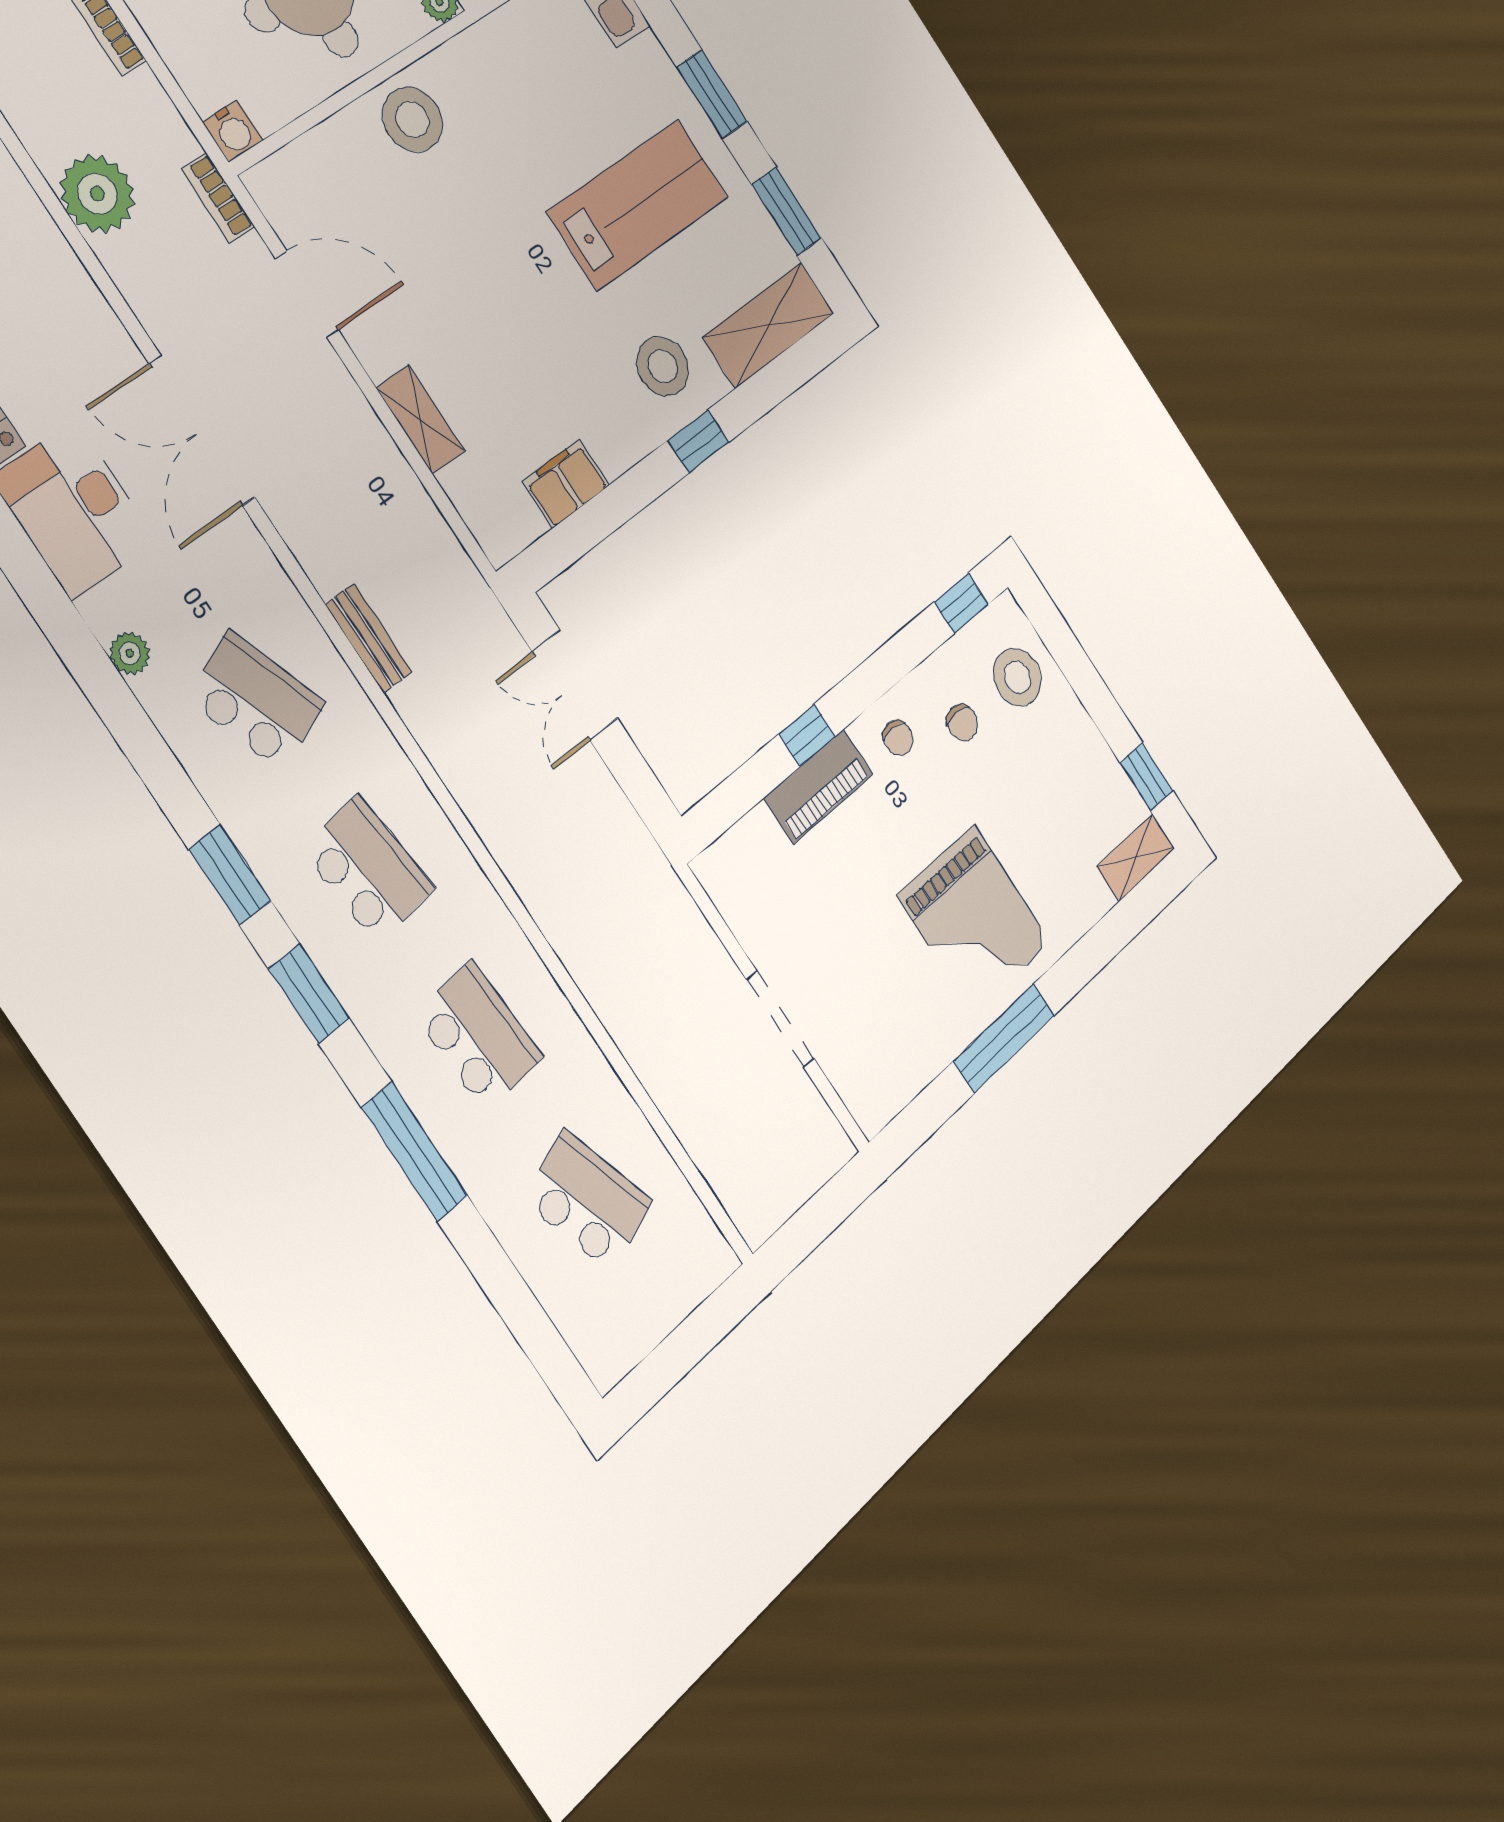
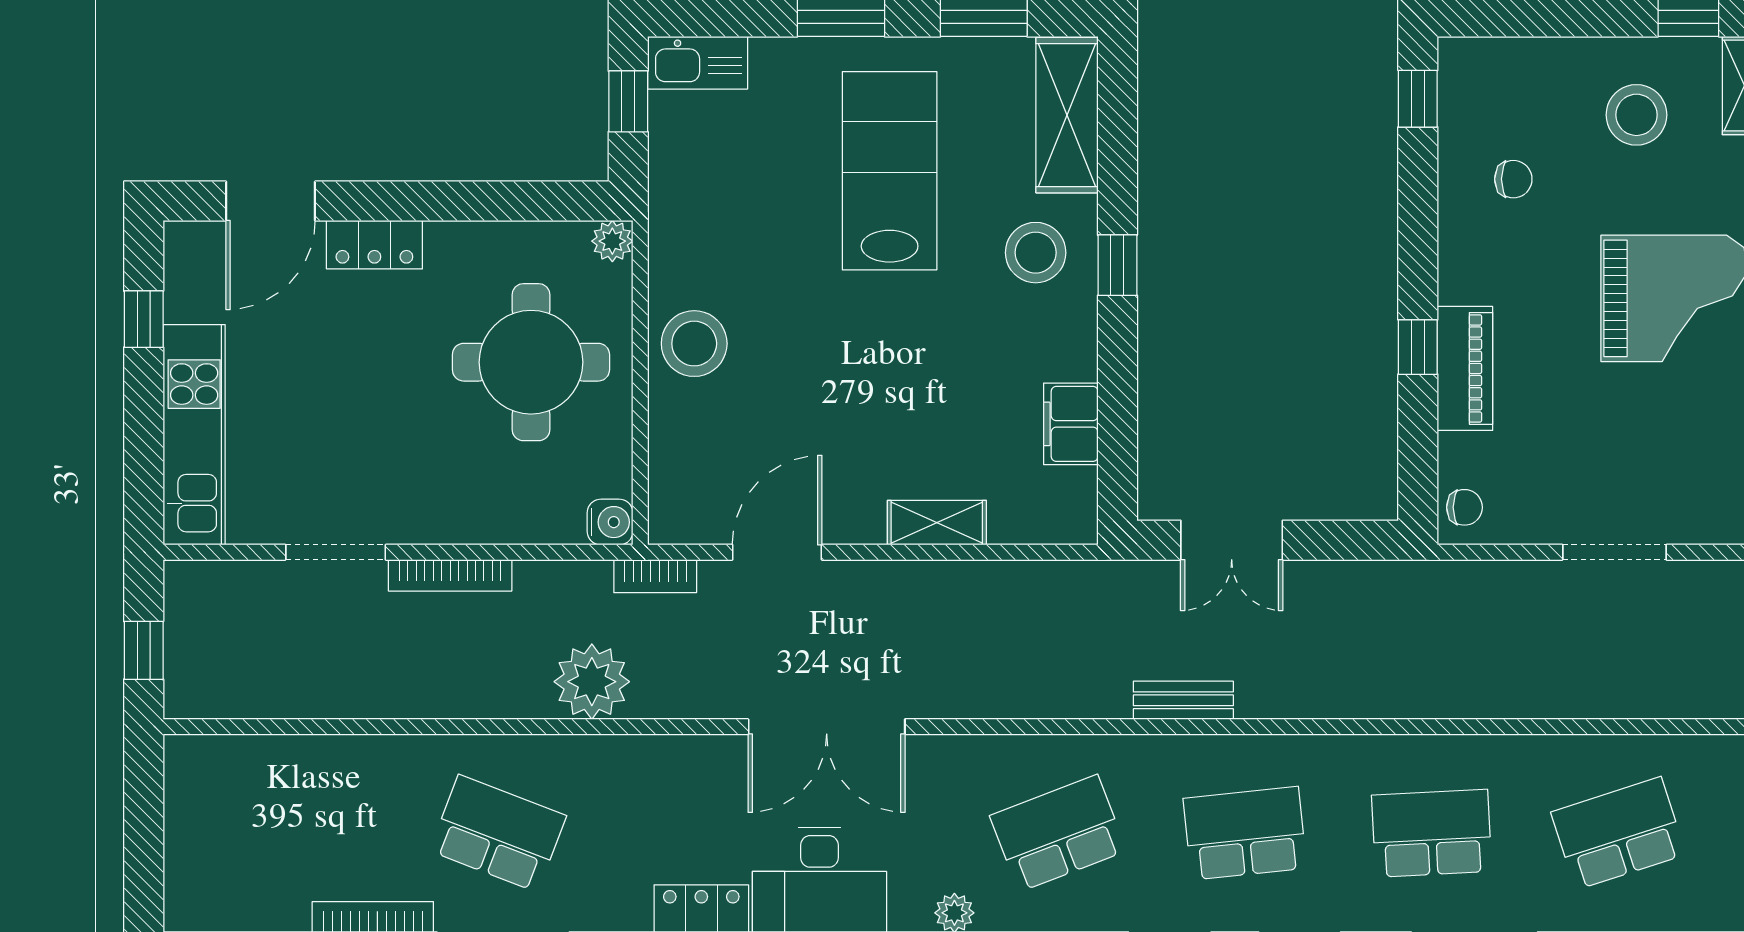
bench: (369, 638) -> (1183, 700), moved
stool: (1017, 677) -> (1636, 115), moved
chair: (898, 738) -> (1464, 507), moved

